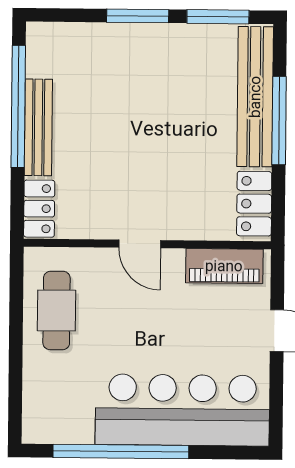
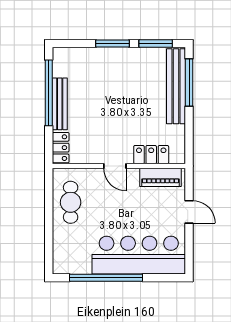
window: (279, 121) -> (189, 83), moved
locker: (254, 204) -> (151, 155), moved, turned 90

